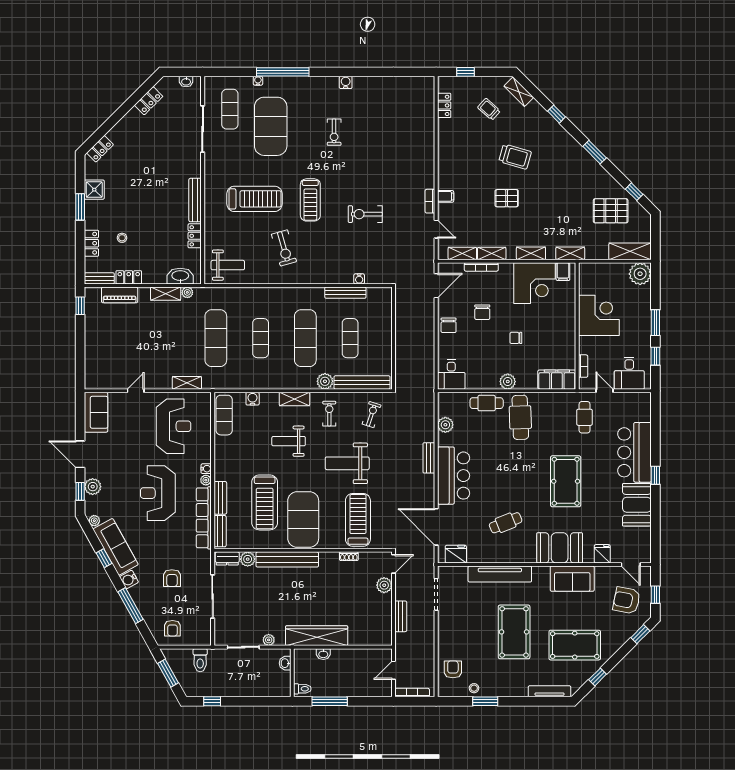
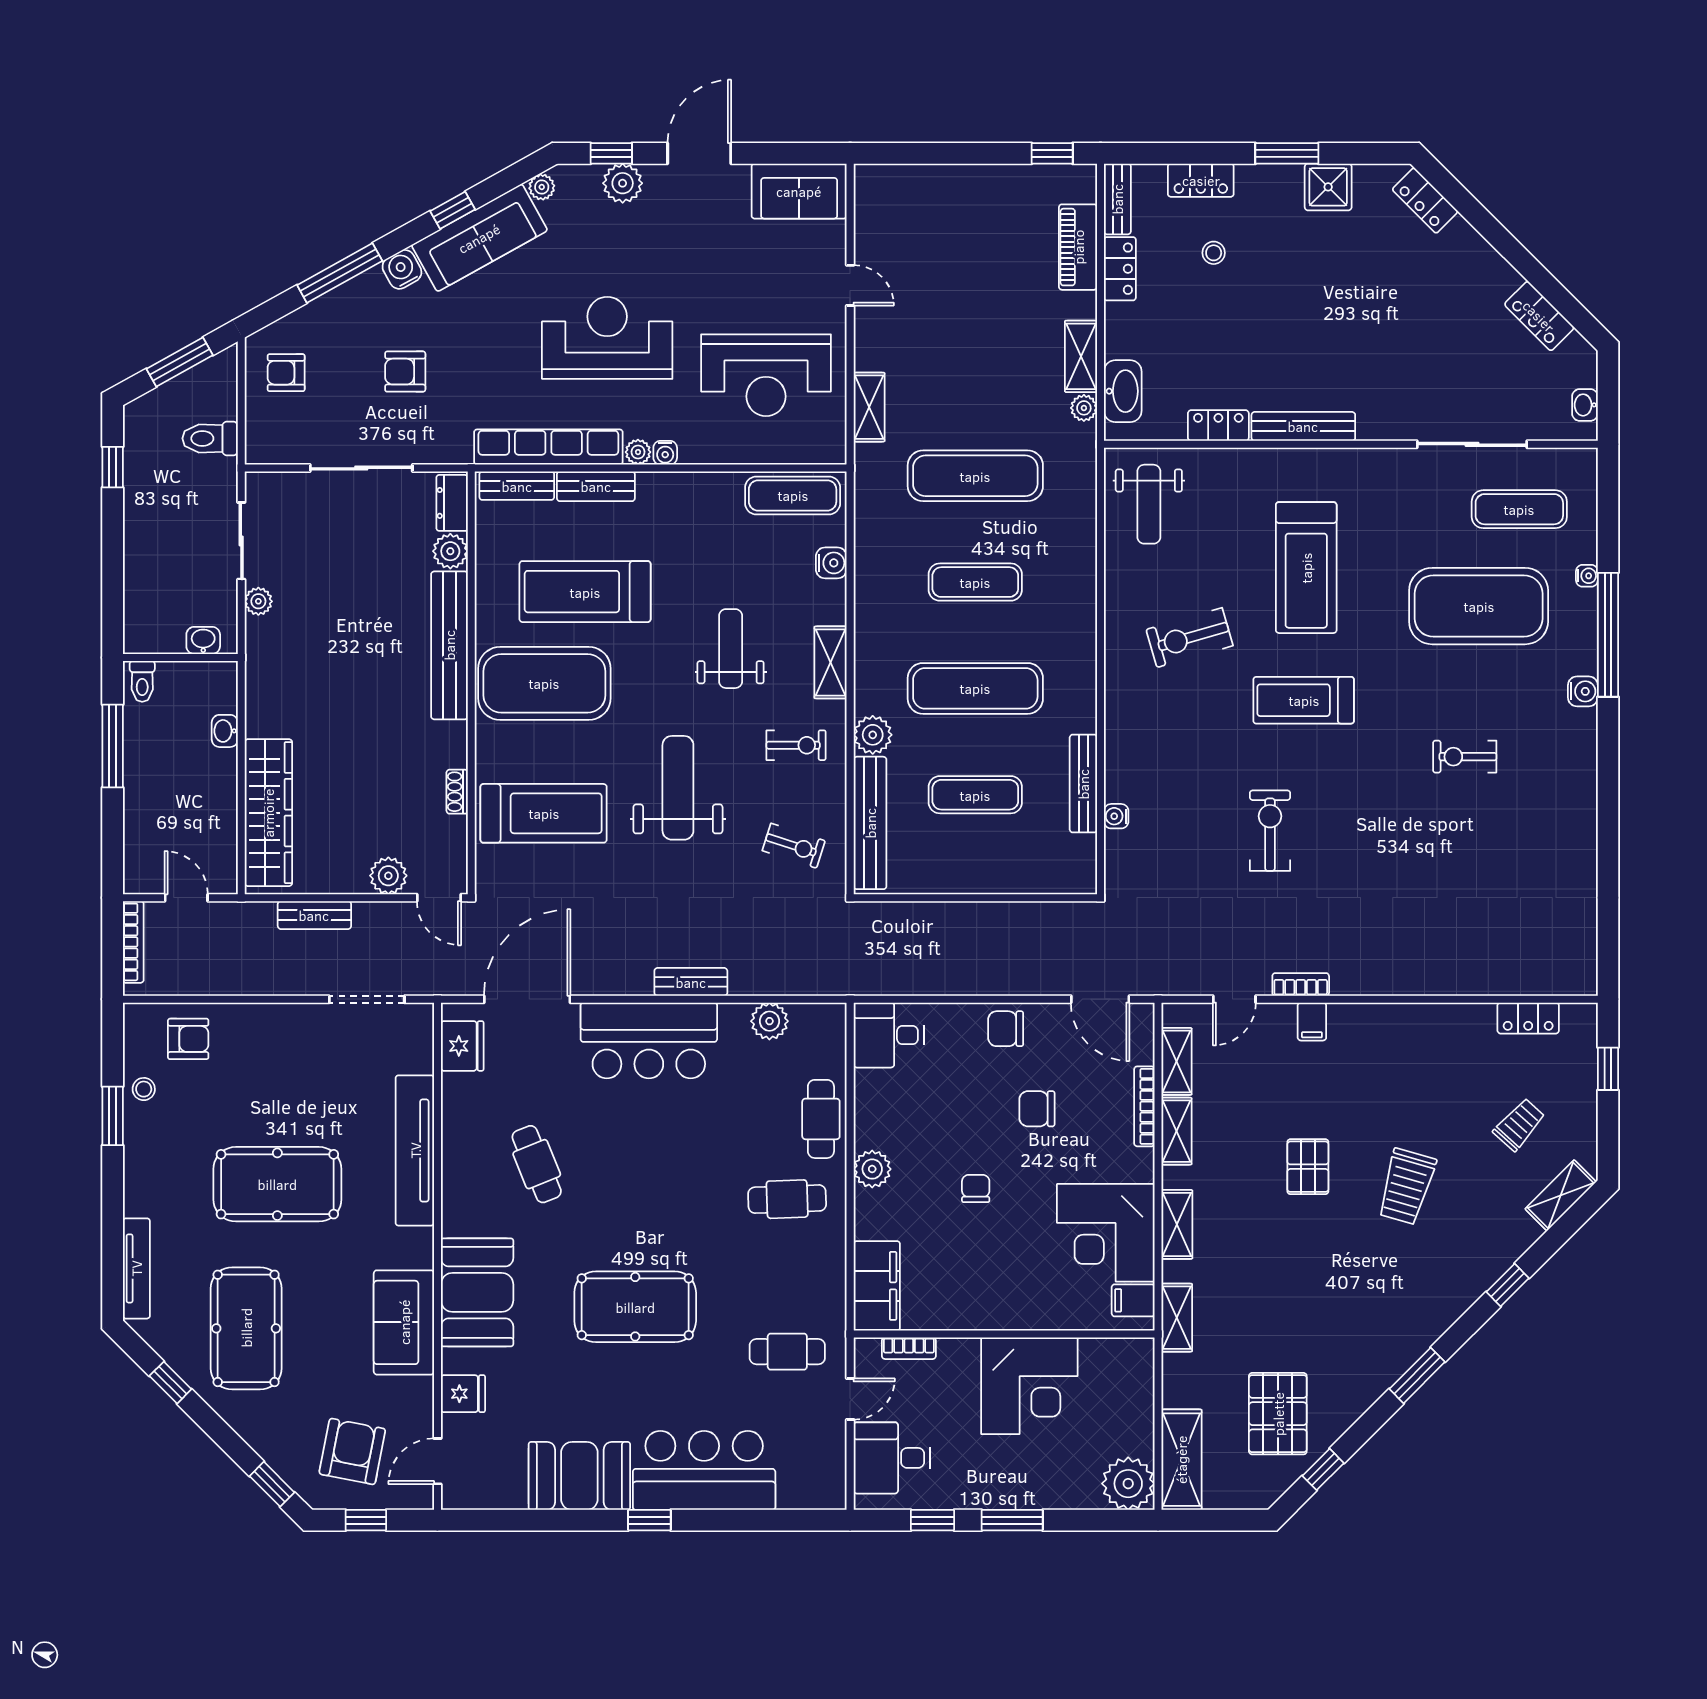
water cooler: (346, 82) -> (1583, 691), moved
cafe table: (520, 417) -> (787, 1199), width x0.73, depth x0.74
wardrobe: (317, 636) -> (268, 813), moved

